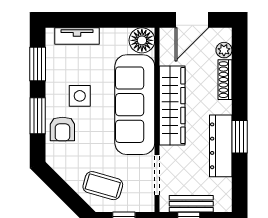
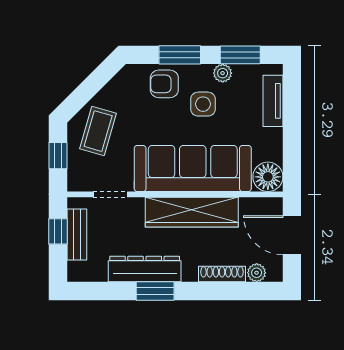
plant: (53, 79) -> (223, 73), added
doorway: (157, 175) -> (110, 194), width x0.73

